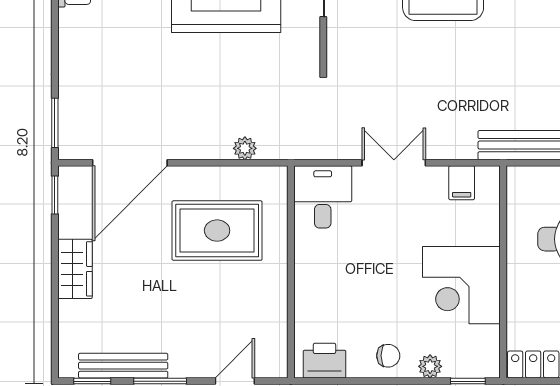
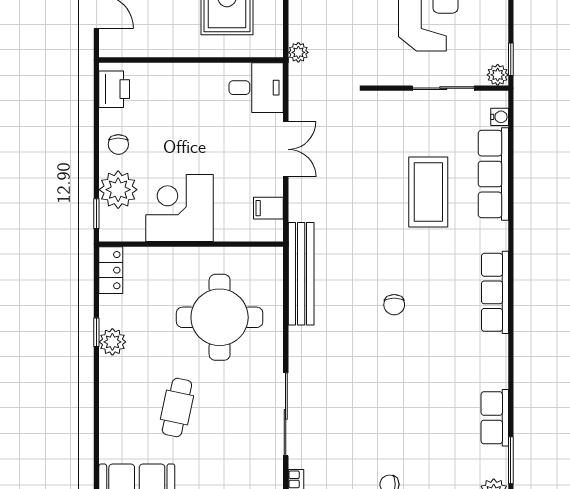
plant: (245, 148) -> (298, 52), moved
plant: (430, 366) -> (118, 190), width x1.88, depth x1.88

